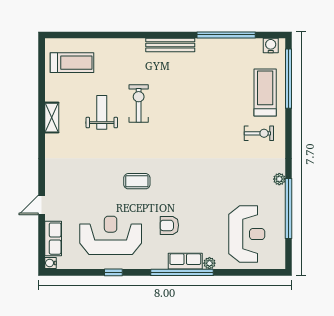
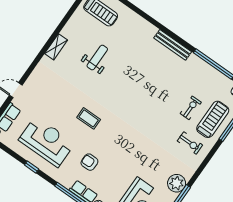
exercise bike: (139, 103) -> (191, 108), moved, width x0.73, depth x0.72
shelving: (52, 118) -> (56, 47), moved
plant: (279, 179) -> (177, 183), width x1.88, depth x1.88

